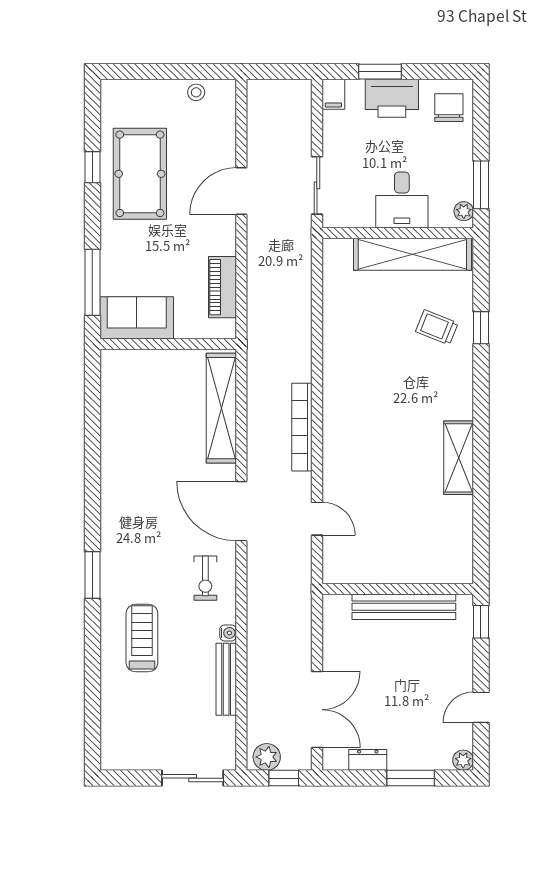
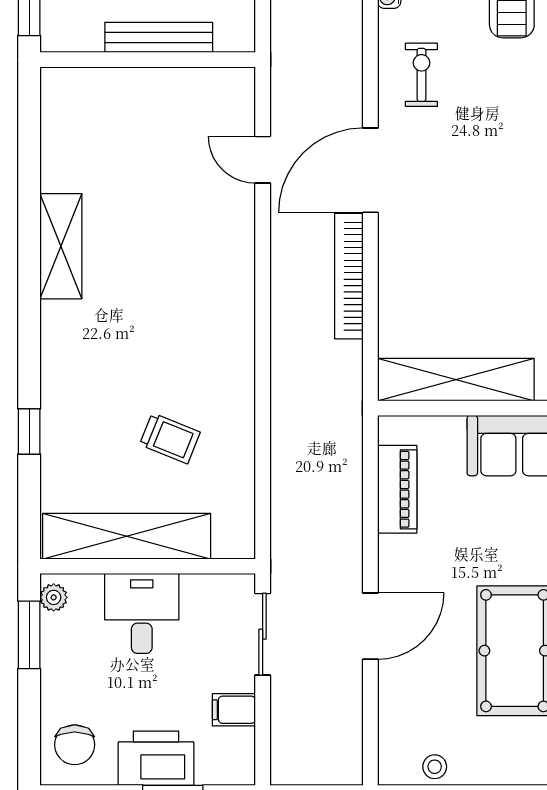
filing cabinet: (333, 94) -> (234, 710), moved, turned -90
trolley: (437, 327) -> (170, 438), moved
shelving: (221, 408) -> (456, 380), moved, turned 90
bookcase: (302, 427) -> (349, 276), moved, turned 180
door: (241, 511) -> (370, 170), swing flipped
bench: (404, 607) -> (159, 37), width x0.73, depth x0.82

